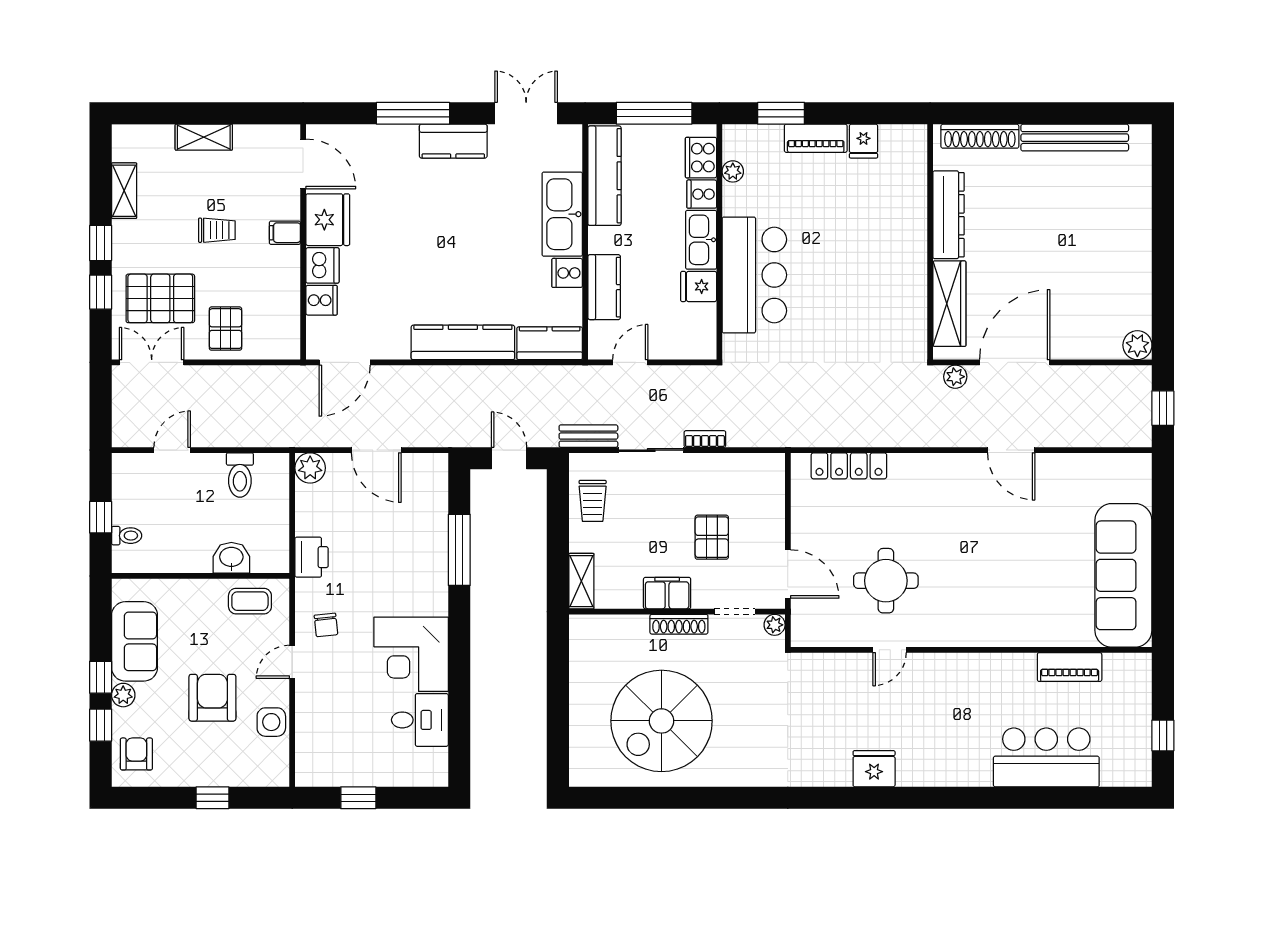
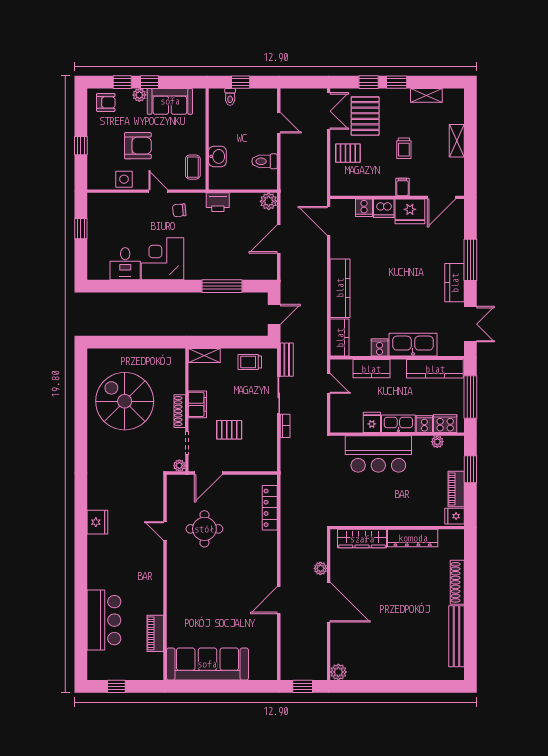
dresser: (949, 215) -> (413, 538), moved
wall: (930, 242) -> (397, 528), moved
wardrobe: (949, 304) -> (362, 539), moved

